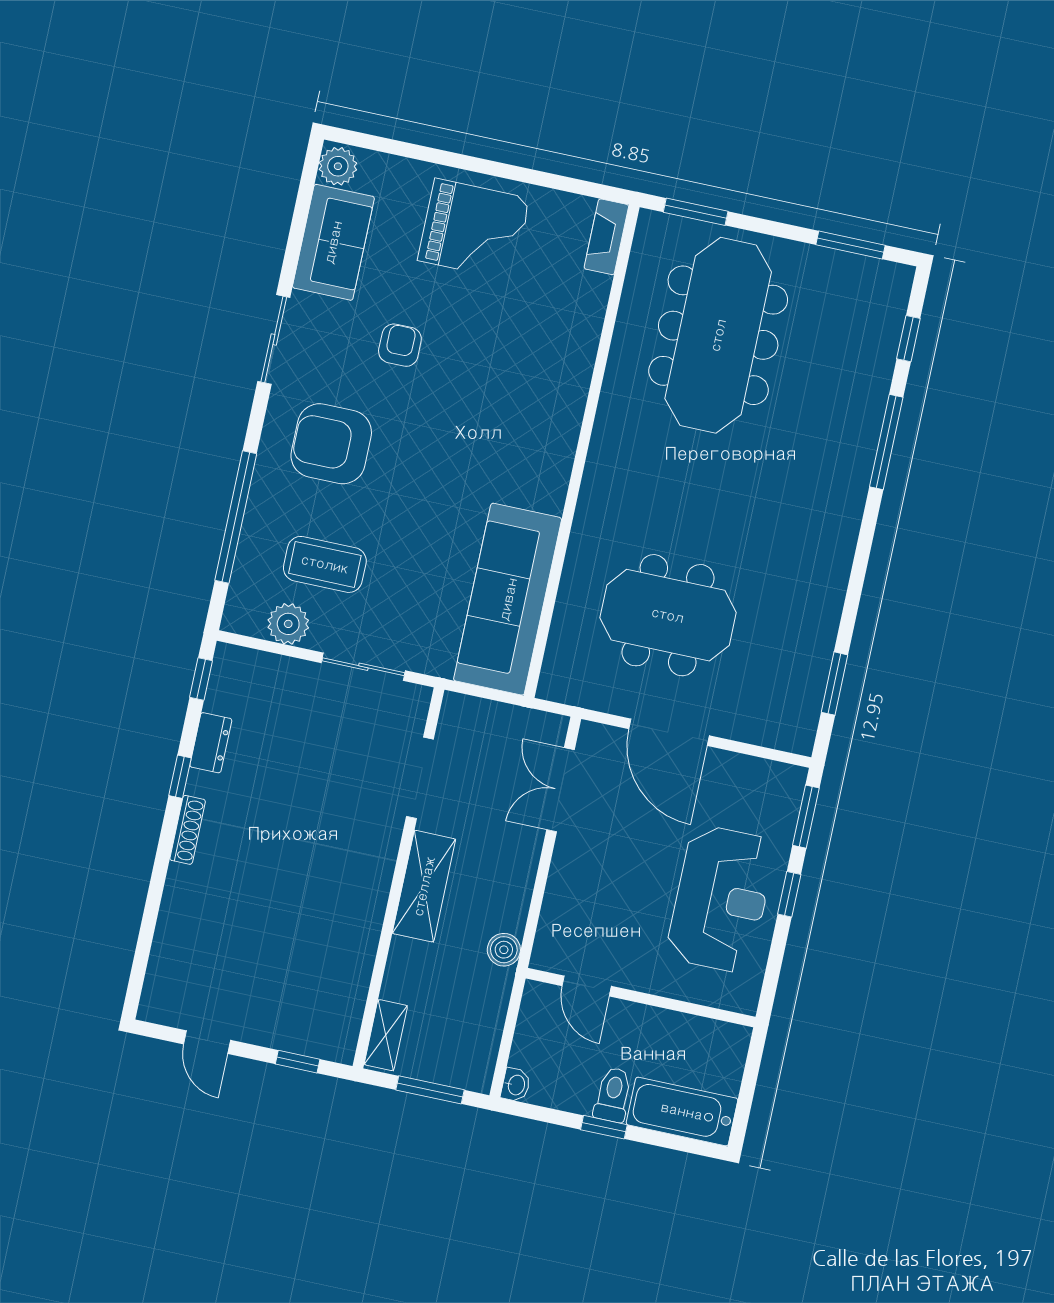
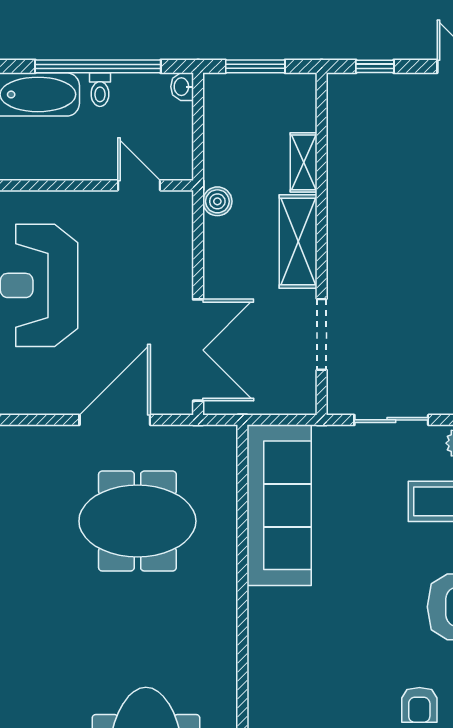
door: (669, 732) -> (115, 420), hinge flipped
double door: (560, 790) -> (198, 350), width x1.37
shelving: (386, 1035) -> (304, 162), moved
toilet: (613, 1095) -> (100, 90), width x0.73, depth x0.72
window: (604, 1127) -> (98, 66), width x3.17

